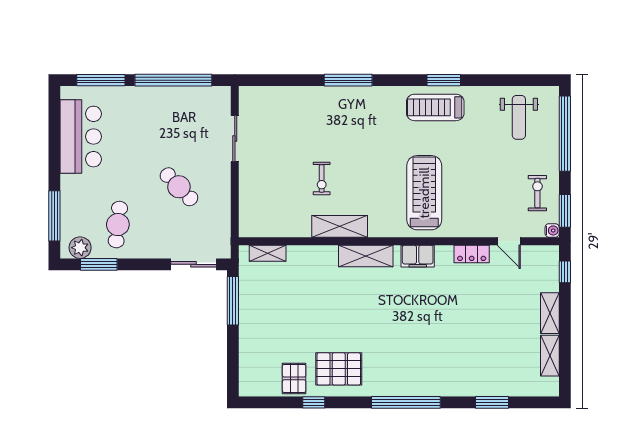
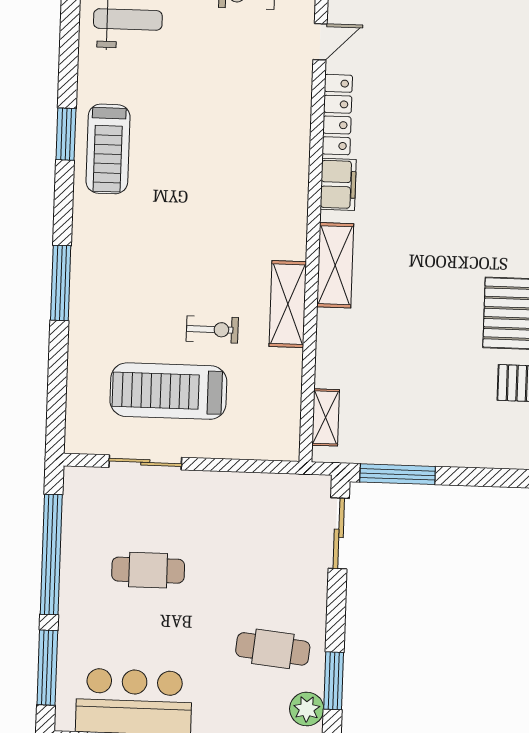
cafe table: (179, 187) -> (148, 570), moved, turned 44
treadmill: (424, 193) -> (168, 391), moved
locker: (472, 254) -> (337, 115), width x1.53

